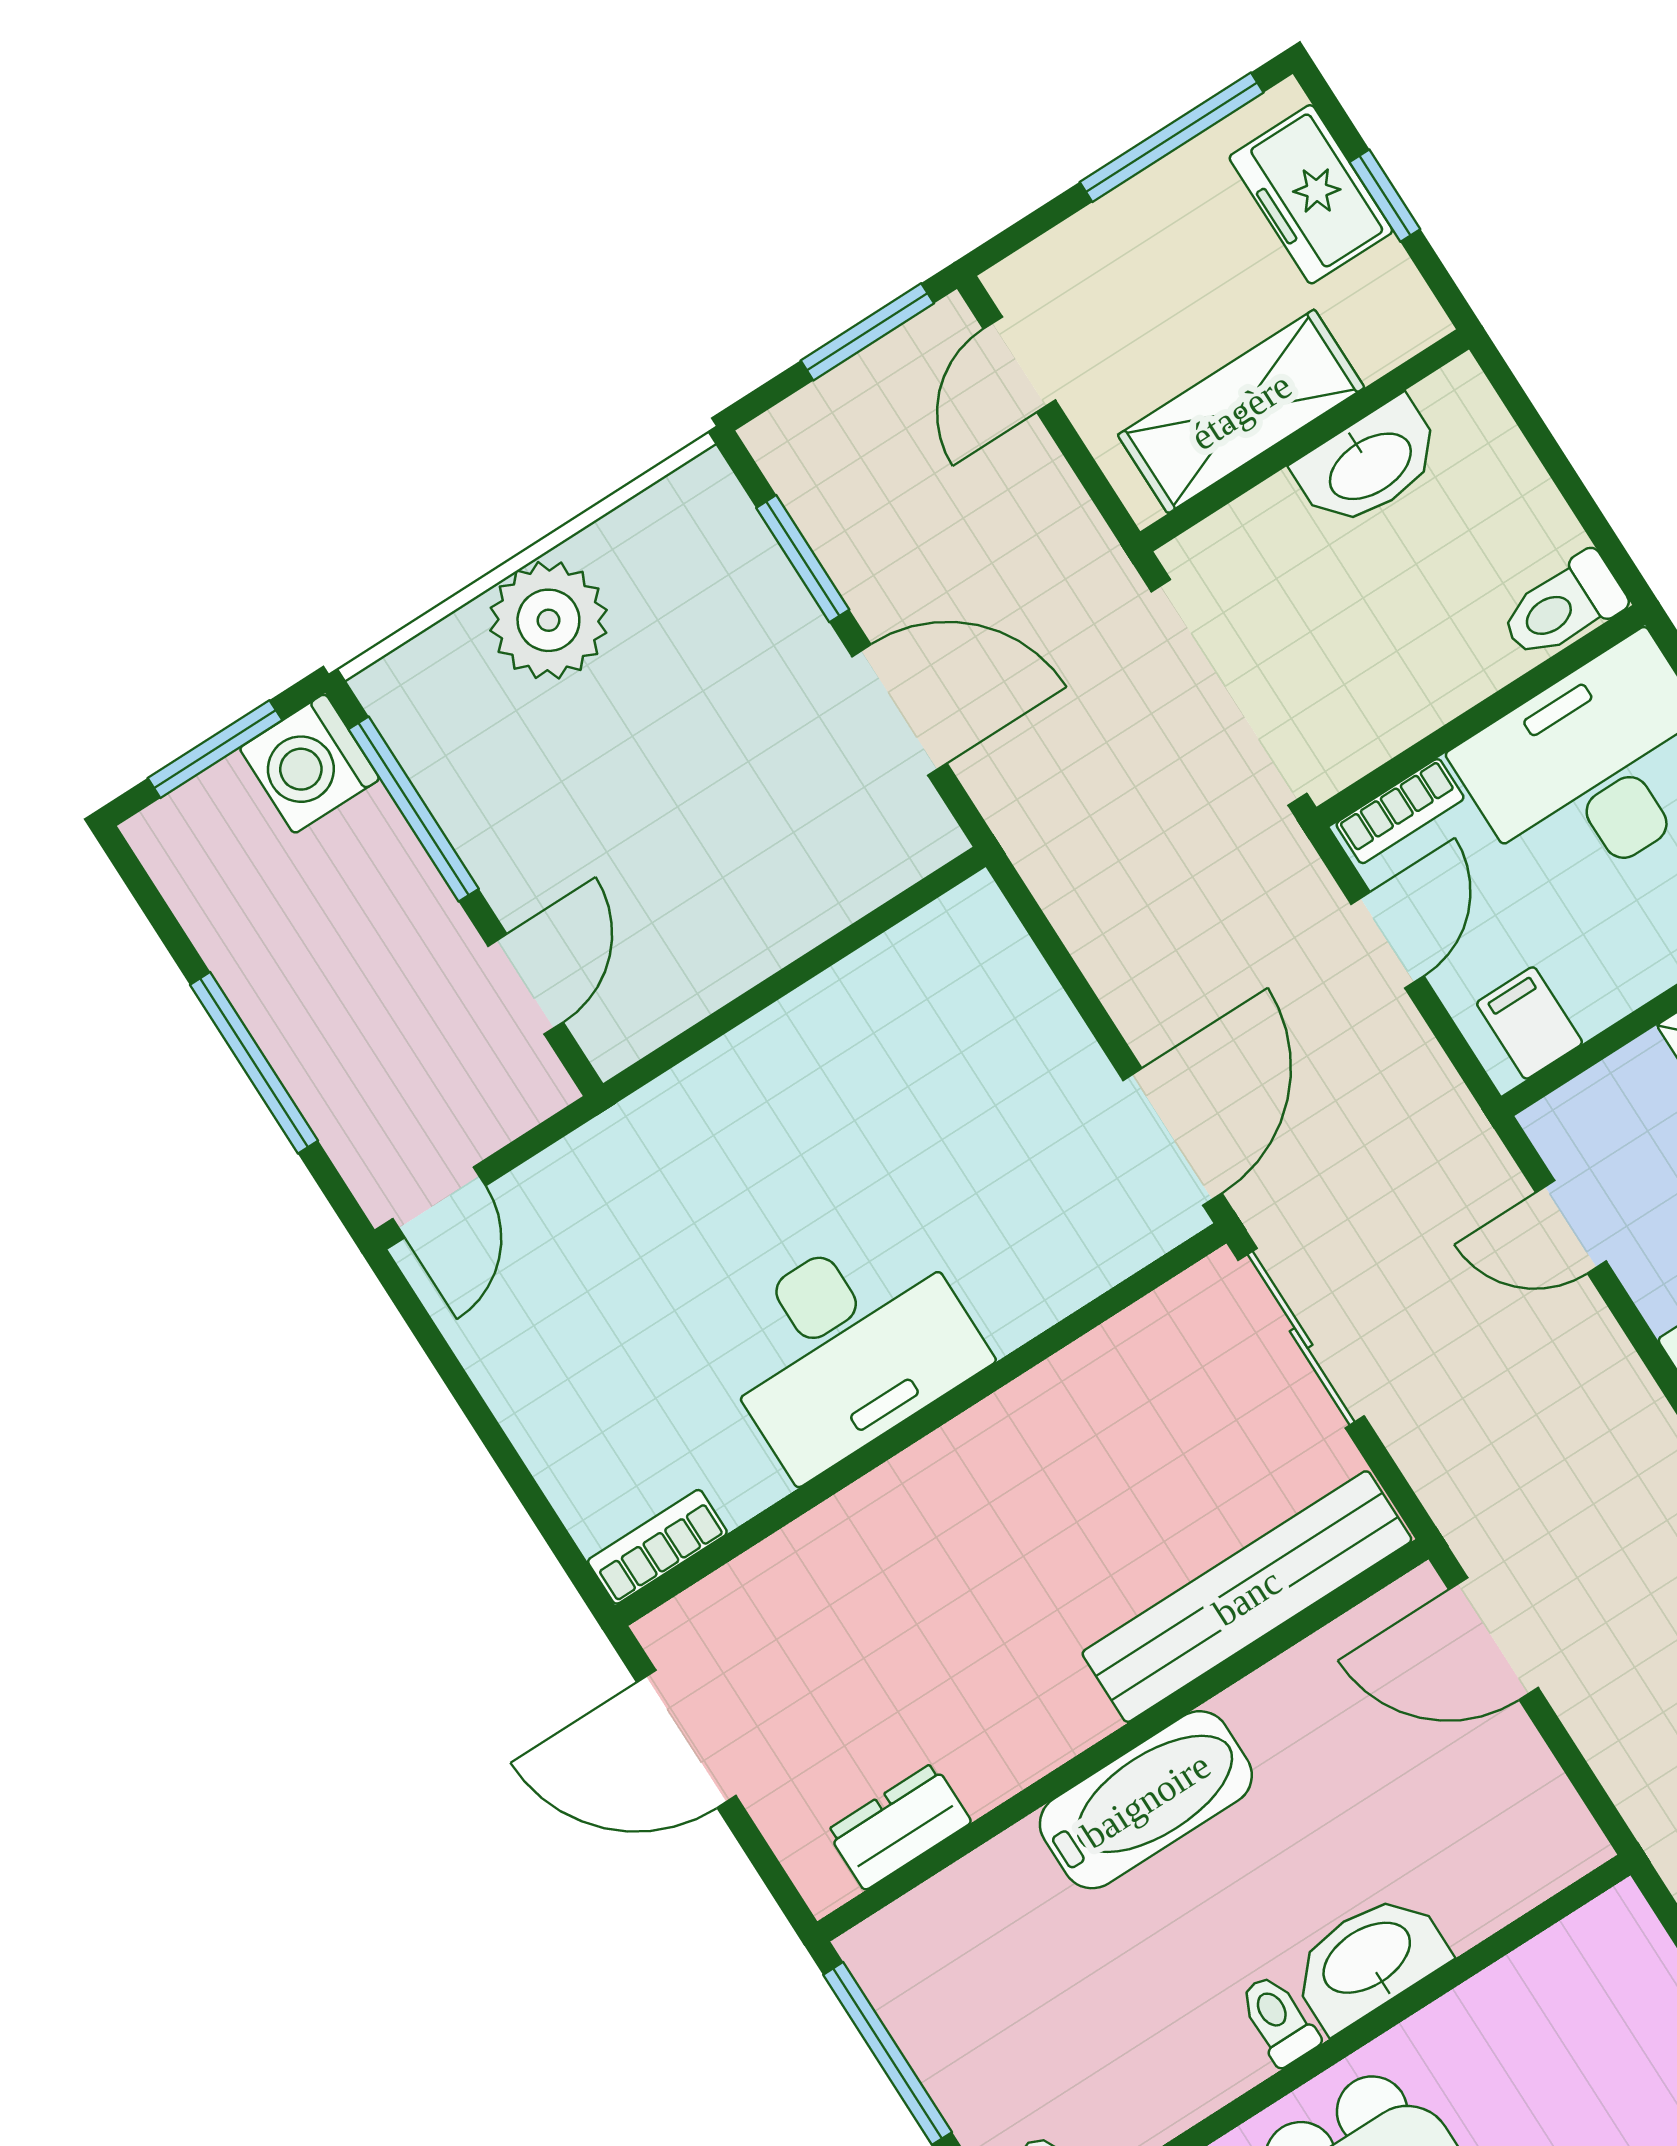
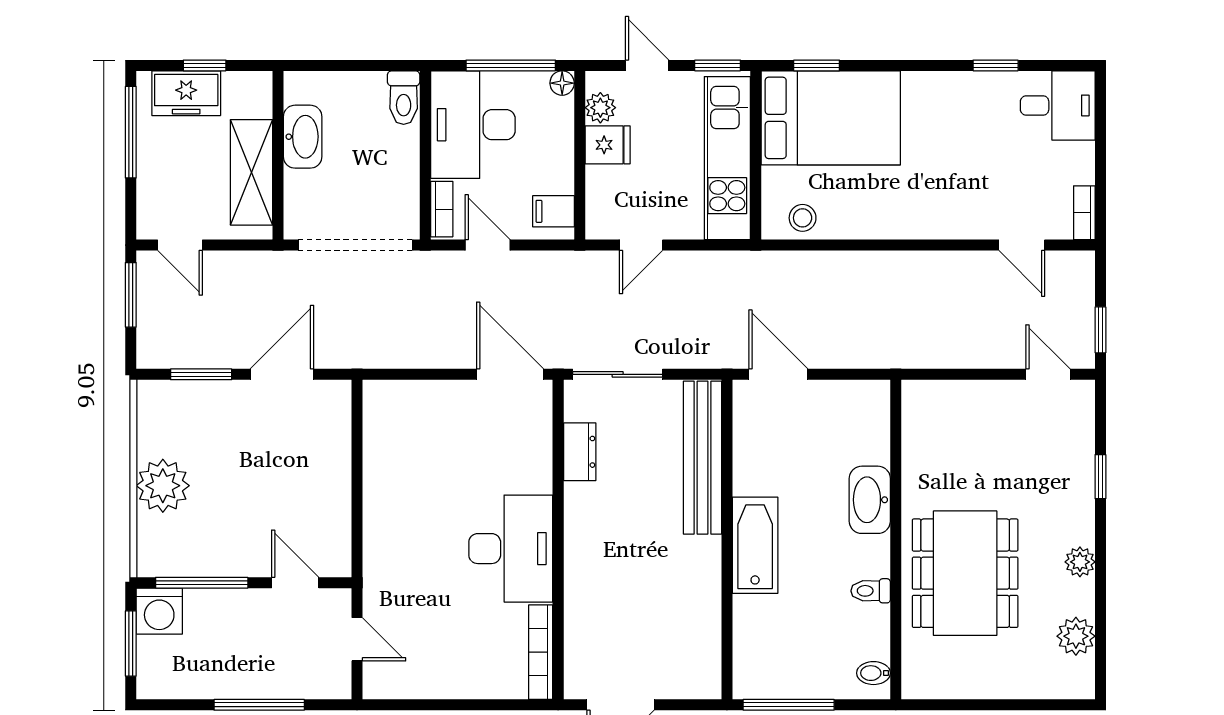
door: (439, 1202) -> (357, 639), moved
bookcase: (657, 1547) -> (541, 652), width x1.56
door: (1493, 1639) -> (778, 374), swing flipped
dresser: (899, 1826) -> (580, 452), moved, turned 180
toilet: (1278, 2020) -> (871, 591), moved

